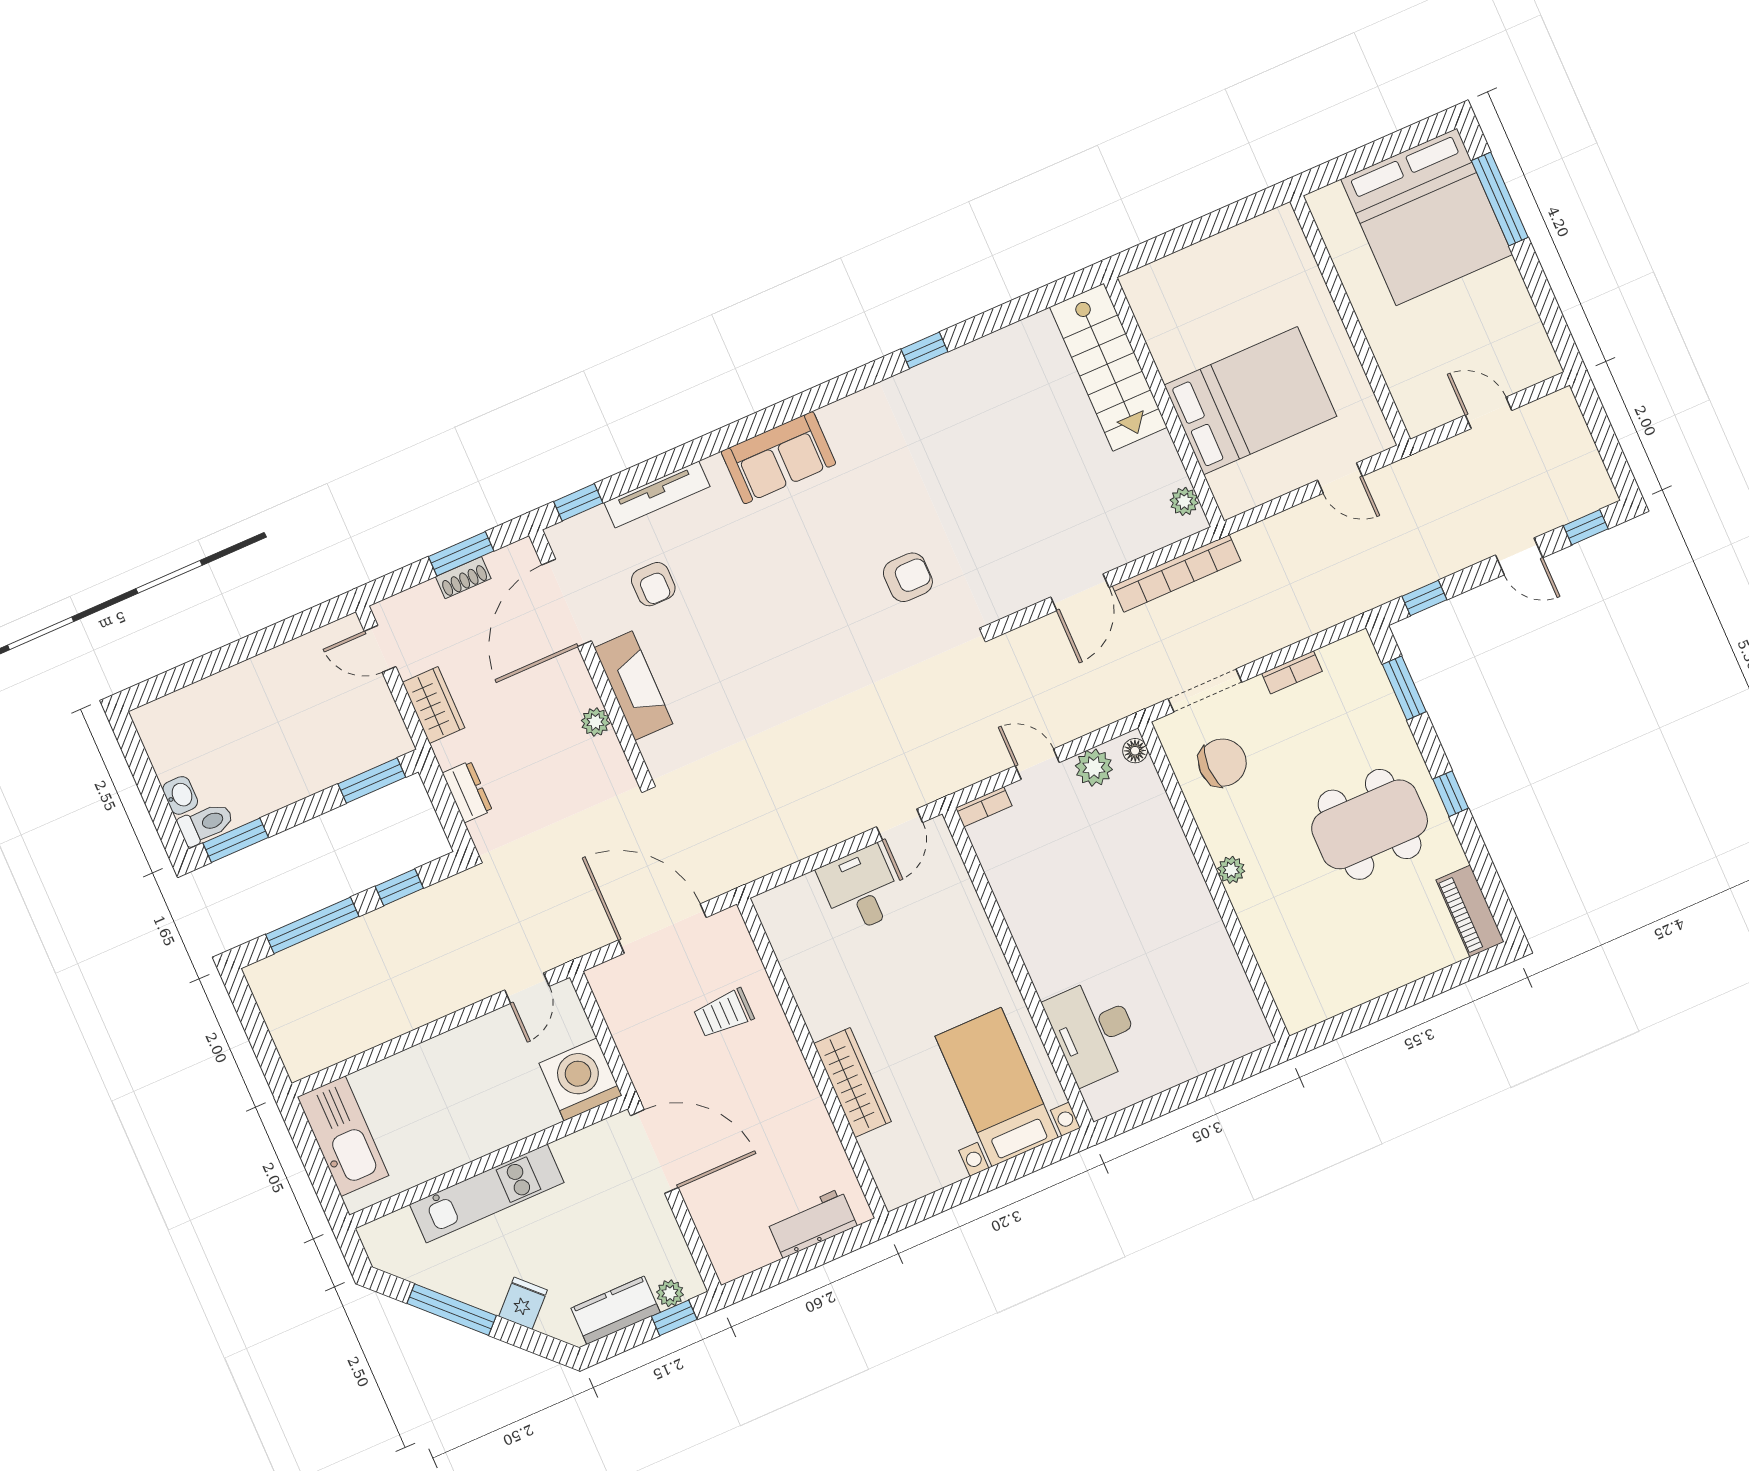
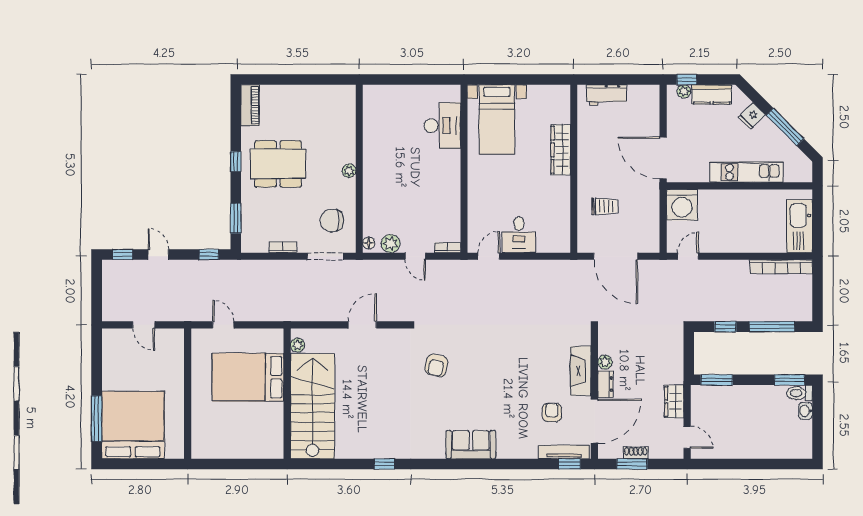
stairs: (1108, 367) -> (313, 406), width x1.36, depth x1.51
tv unit: (657, 495) -> (564, 452), moved
bookcase: (1177, 573) -> (781, 267), moved, turned 180
armchair: (908, 577) -> (436, 365), turned -78
dresser: (467, 792) -> (605, 384), moved, turned 180

